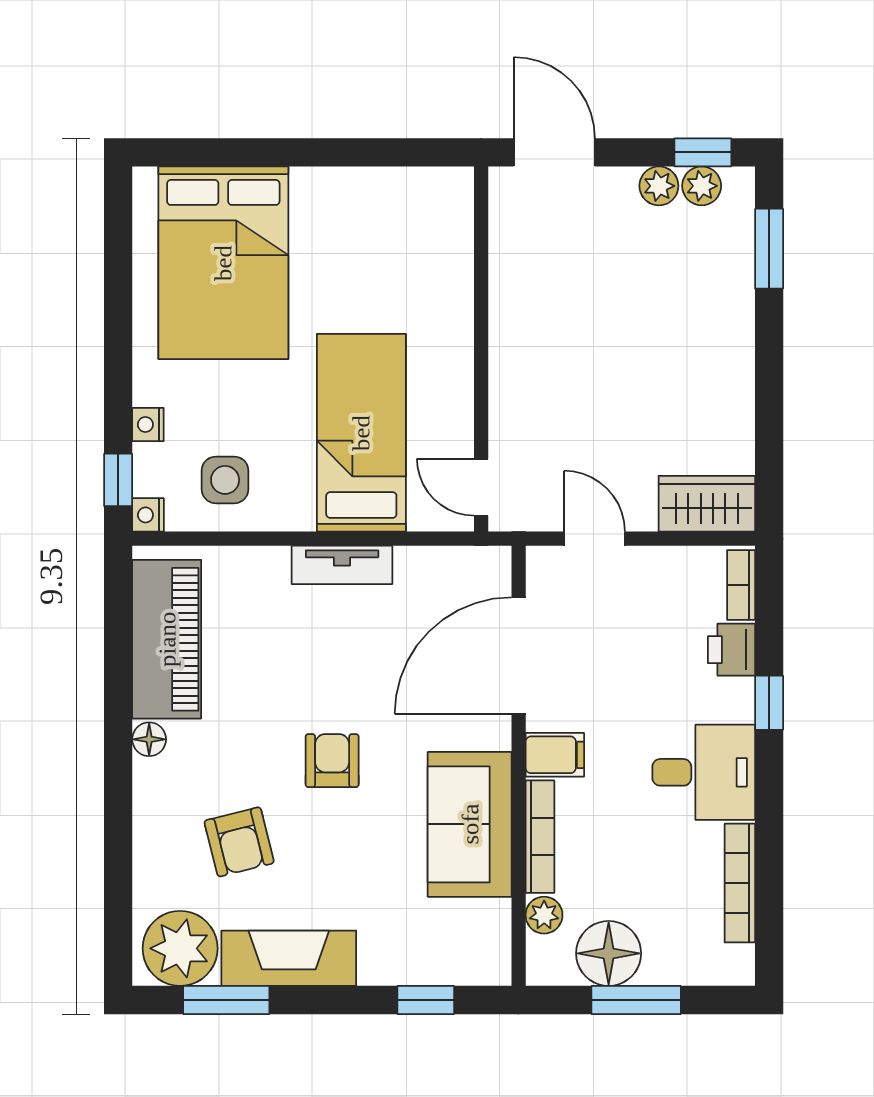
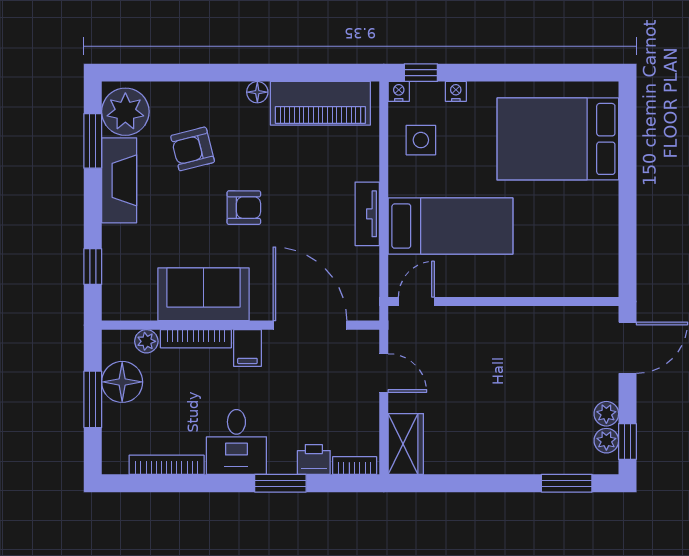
door: (594, 539) -> (384, 373), hinge flipped
window: (769, 703) -> (280, 483), width x1.50

